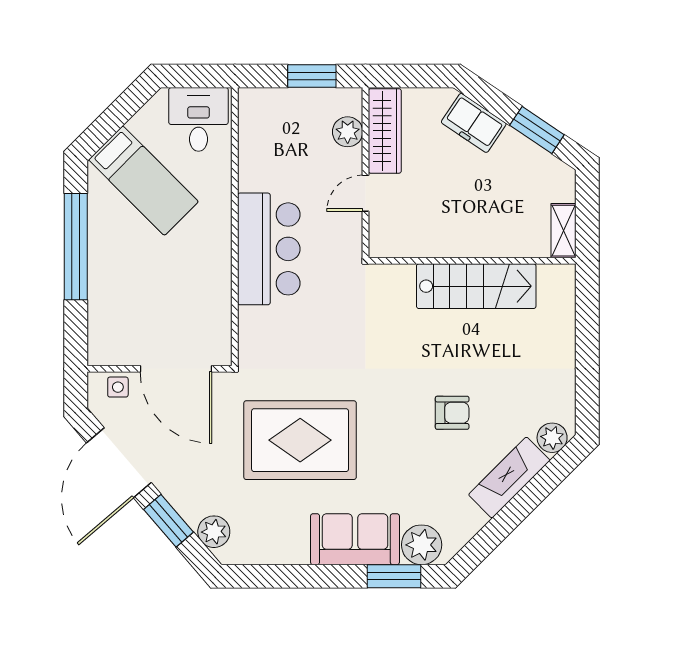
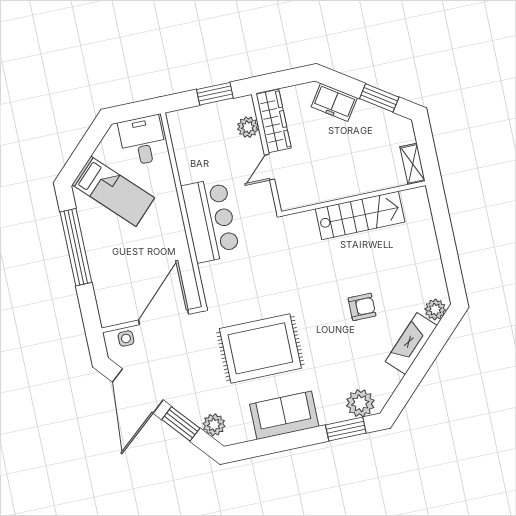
door: (176, 369) -> (164, 317), swing flipped
sofa: (355, 539) -> (284, 415), moved

